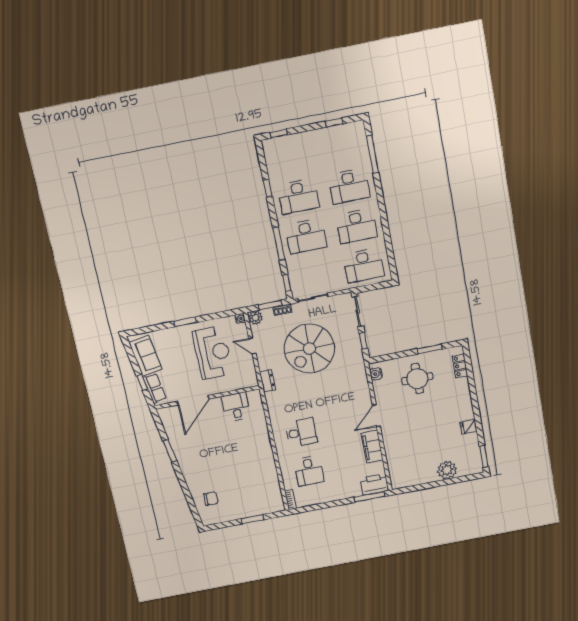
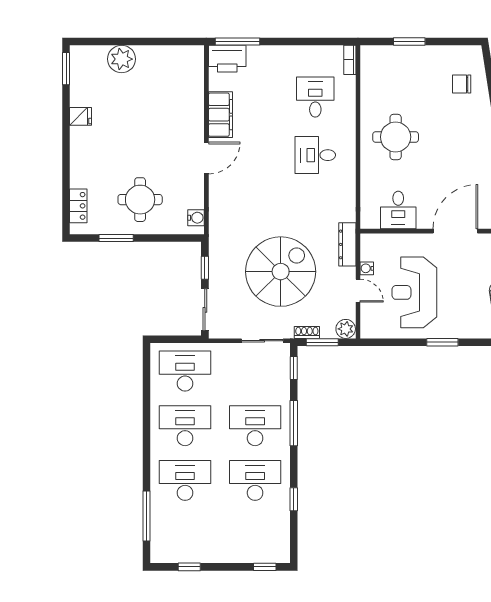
water cooler: (240, 318) -> (367, 268), moved
dresser: (267, 381) -> (347, 244), width x1.44
round table: (248, 455) -> (396, 137), added

